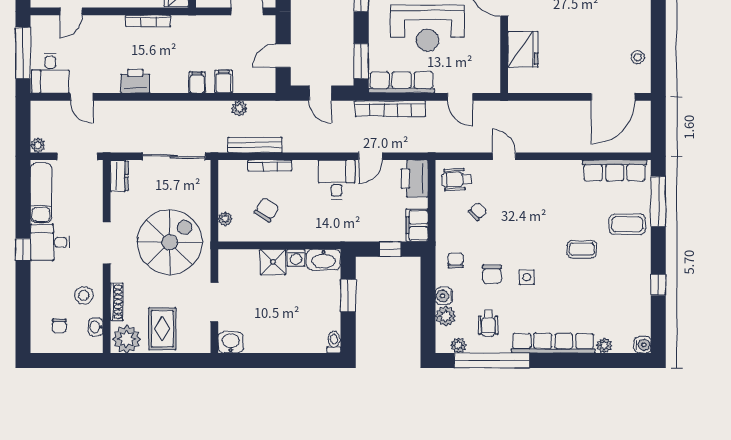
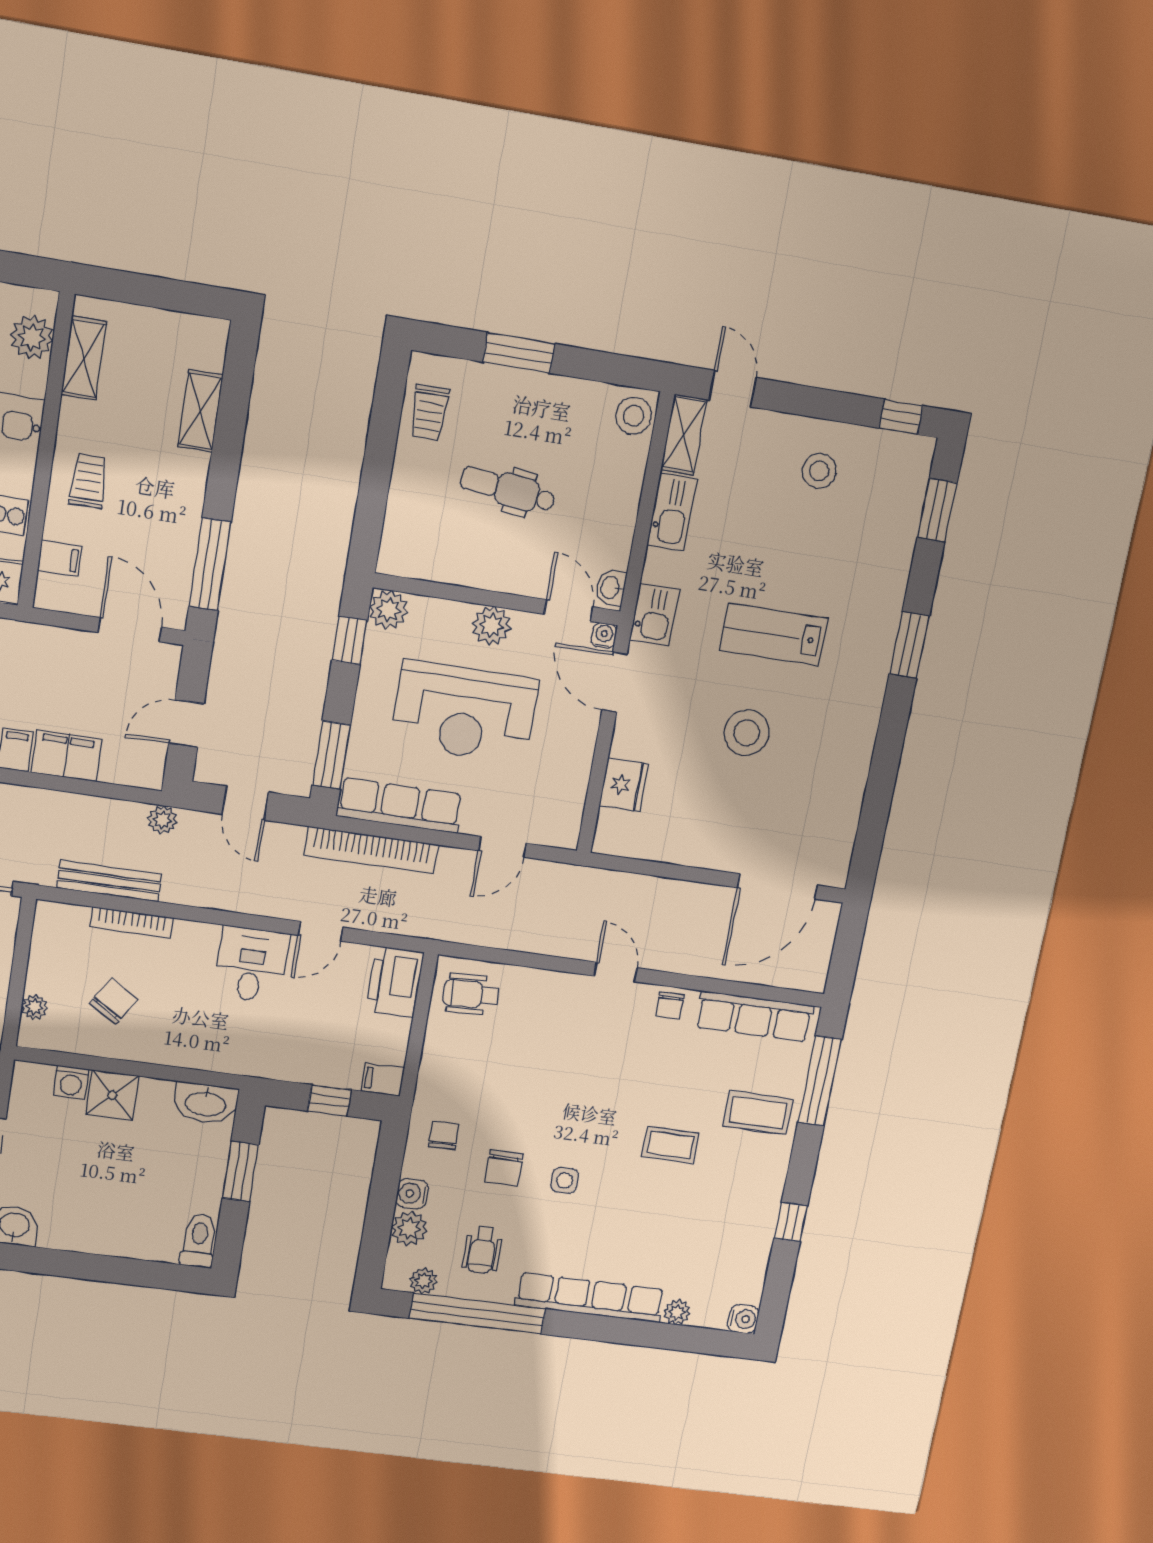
fridge: (523, 49) -> (624, 785), width x0.73, depth x0.75
stool: (638, 57) -> (747, 733), moved, width x1.89, depth x1.89
filing cabinet: (224, 82) -> (67, 756), width x2.00
door: (460, 97) -> (503, 847), hinge flipped
plant: (239, 108) -> (162, 820), moved
door: (504, 156) -> (616, 972), moved
chair: (478, 211) -> (670, 1005), moved, turned 134
filing cabinet: (417, 225) -> (383, 1080), width x0.50
washing machine: (296, 258) -> (71, 1082), moved
toilet: (334, 342) -> (199, 1241), width x1.37, depth x1.39

